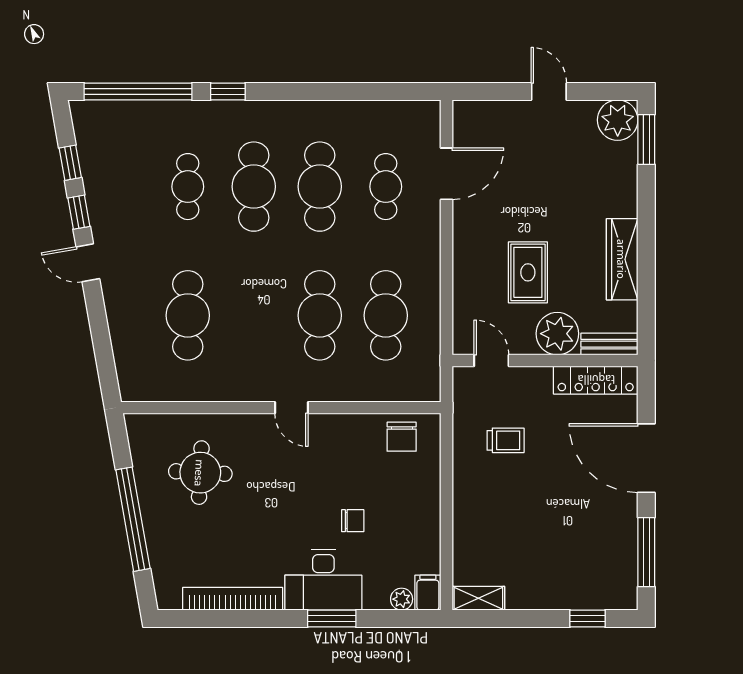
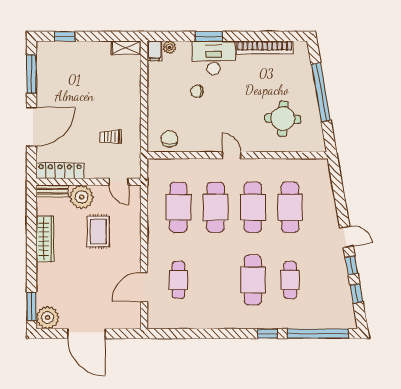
door: (549, 91) -> (86, 334), width x1.87
cafe table: (320, 187) -> (253, 207), moved
door: (646, 458) -> (31, 127), hinge flipped

